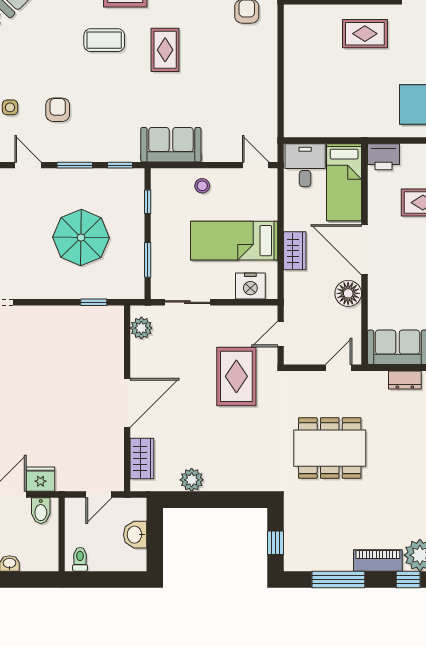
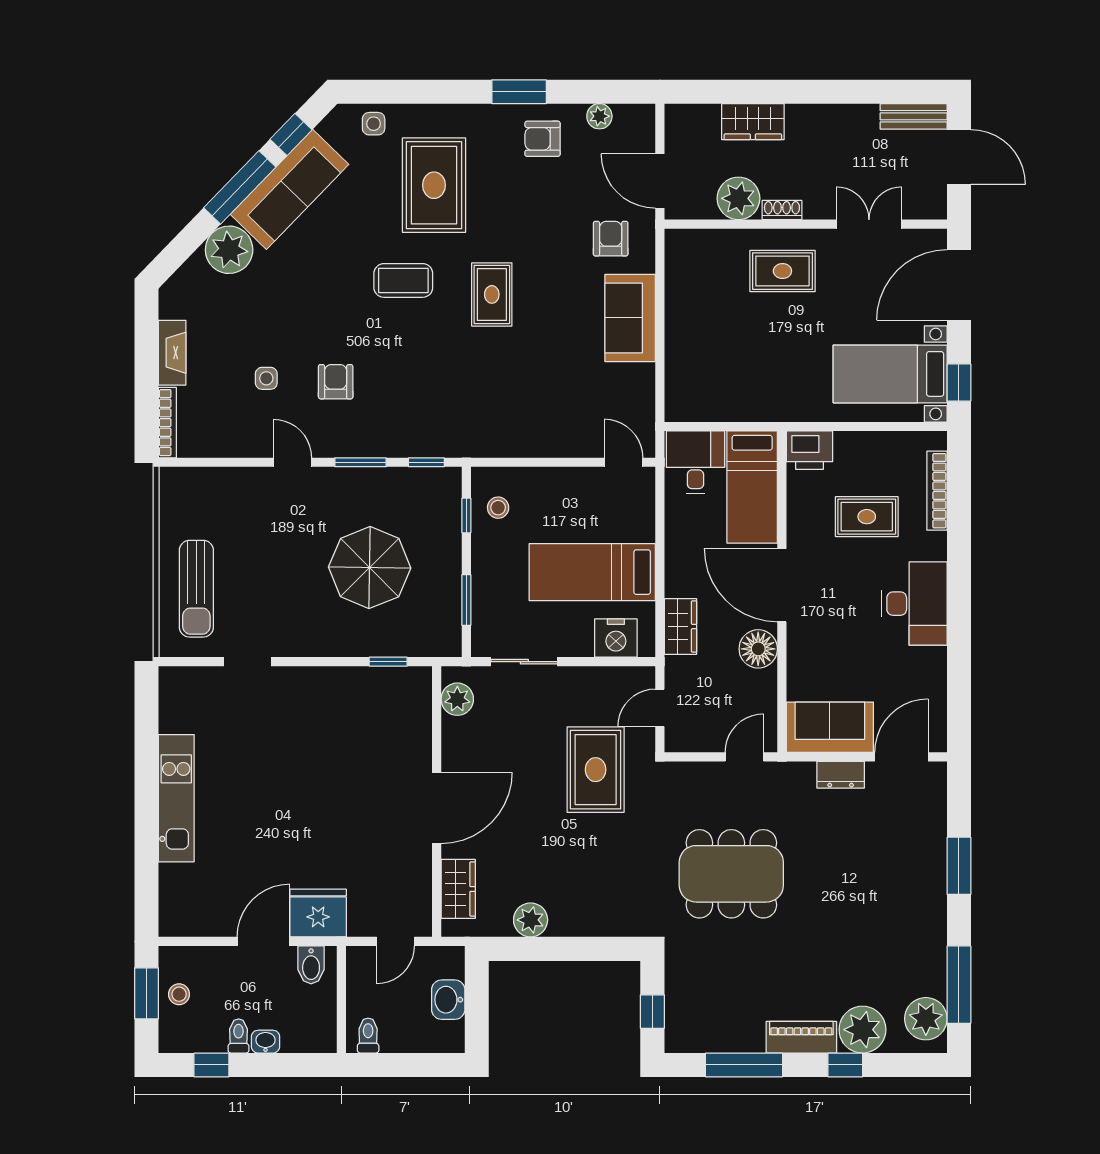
sofa: (171, 145) -> (630, 318), moved, turned -90
stool: (202, 186) -> (498, 508), moved
wardrobe: (295, 251) -> (680, 626), moved
fridge: (40, 479) -> (318, 913), width x1.36, depth x1.34

